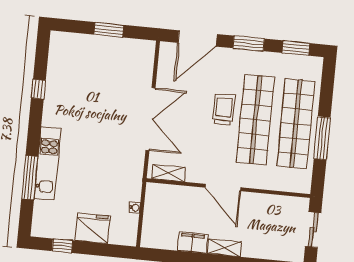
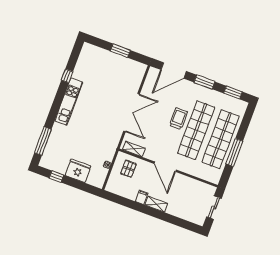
kitchen unit: (48, 163) -> (69, 102), moved
window: (30, 178) -> (43, 141), moved
pallet: (168, 205) -> (128, 169), added
filing cabinet: (192, 242) -> (142, 197), width x0.50

